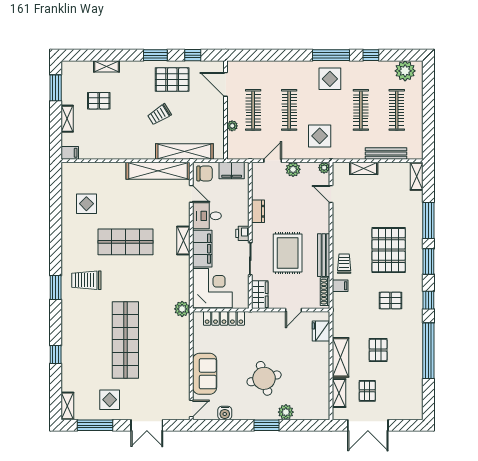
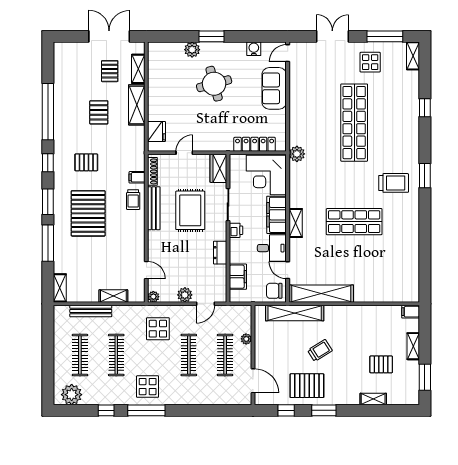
filing cabinet: (232, 170) -> (238, 277), moved, turned 90
display table: (86, 204) -> (394, 260), removed

